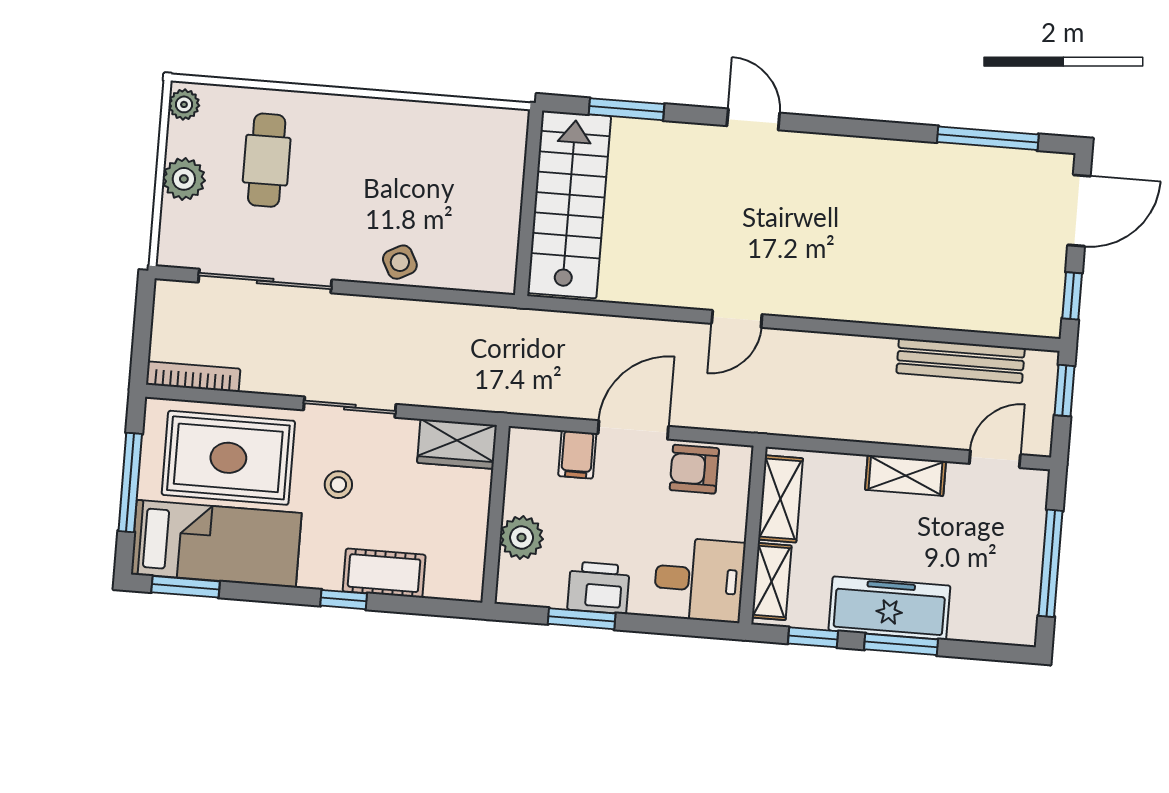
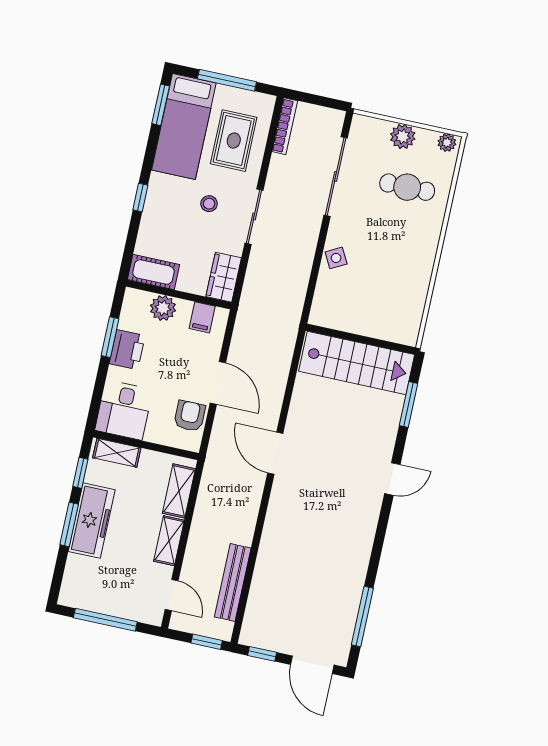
door: (737, 319) -> (275, 453), width x1.38
filing cabinet: (577, 455) -> (202, 317), moved, turned -90
rug: (228, 458) -> (234, 141), width x0.73, depth x0.70
shelving: (781, 499) -> (179, 491), moved, turned 90
cot: (384, 573) -> (153, 272), moved, turned 90

